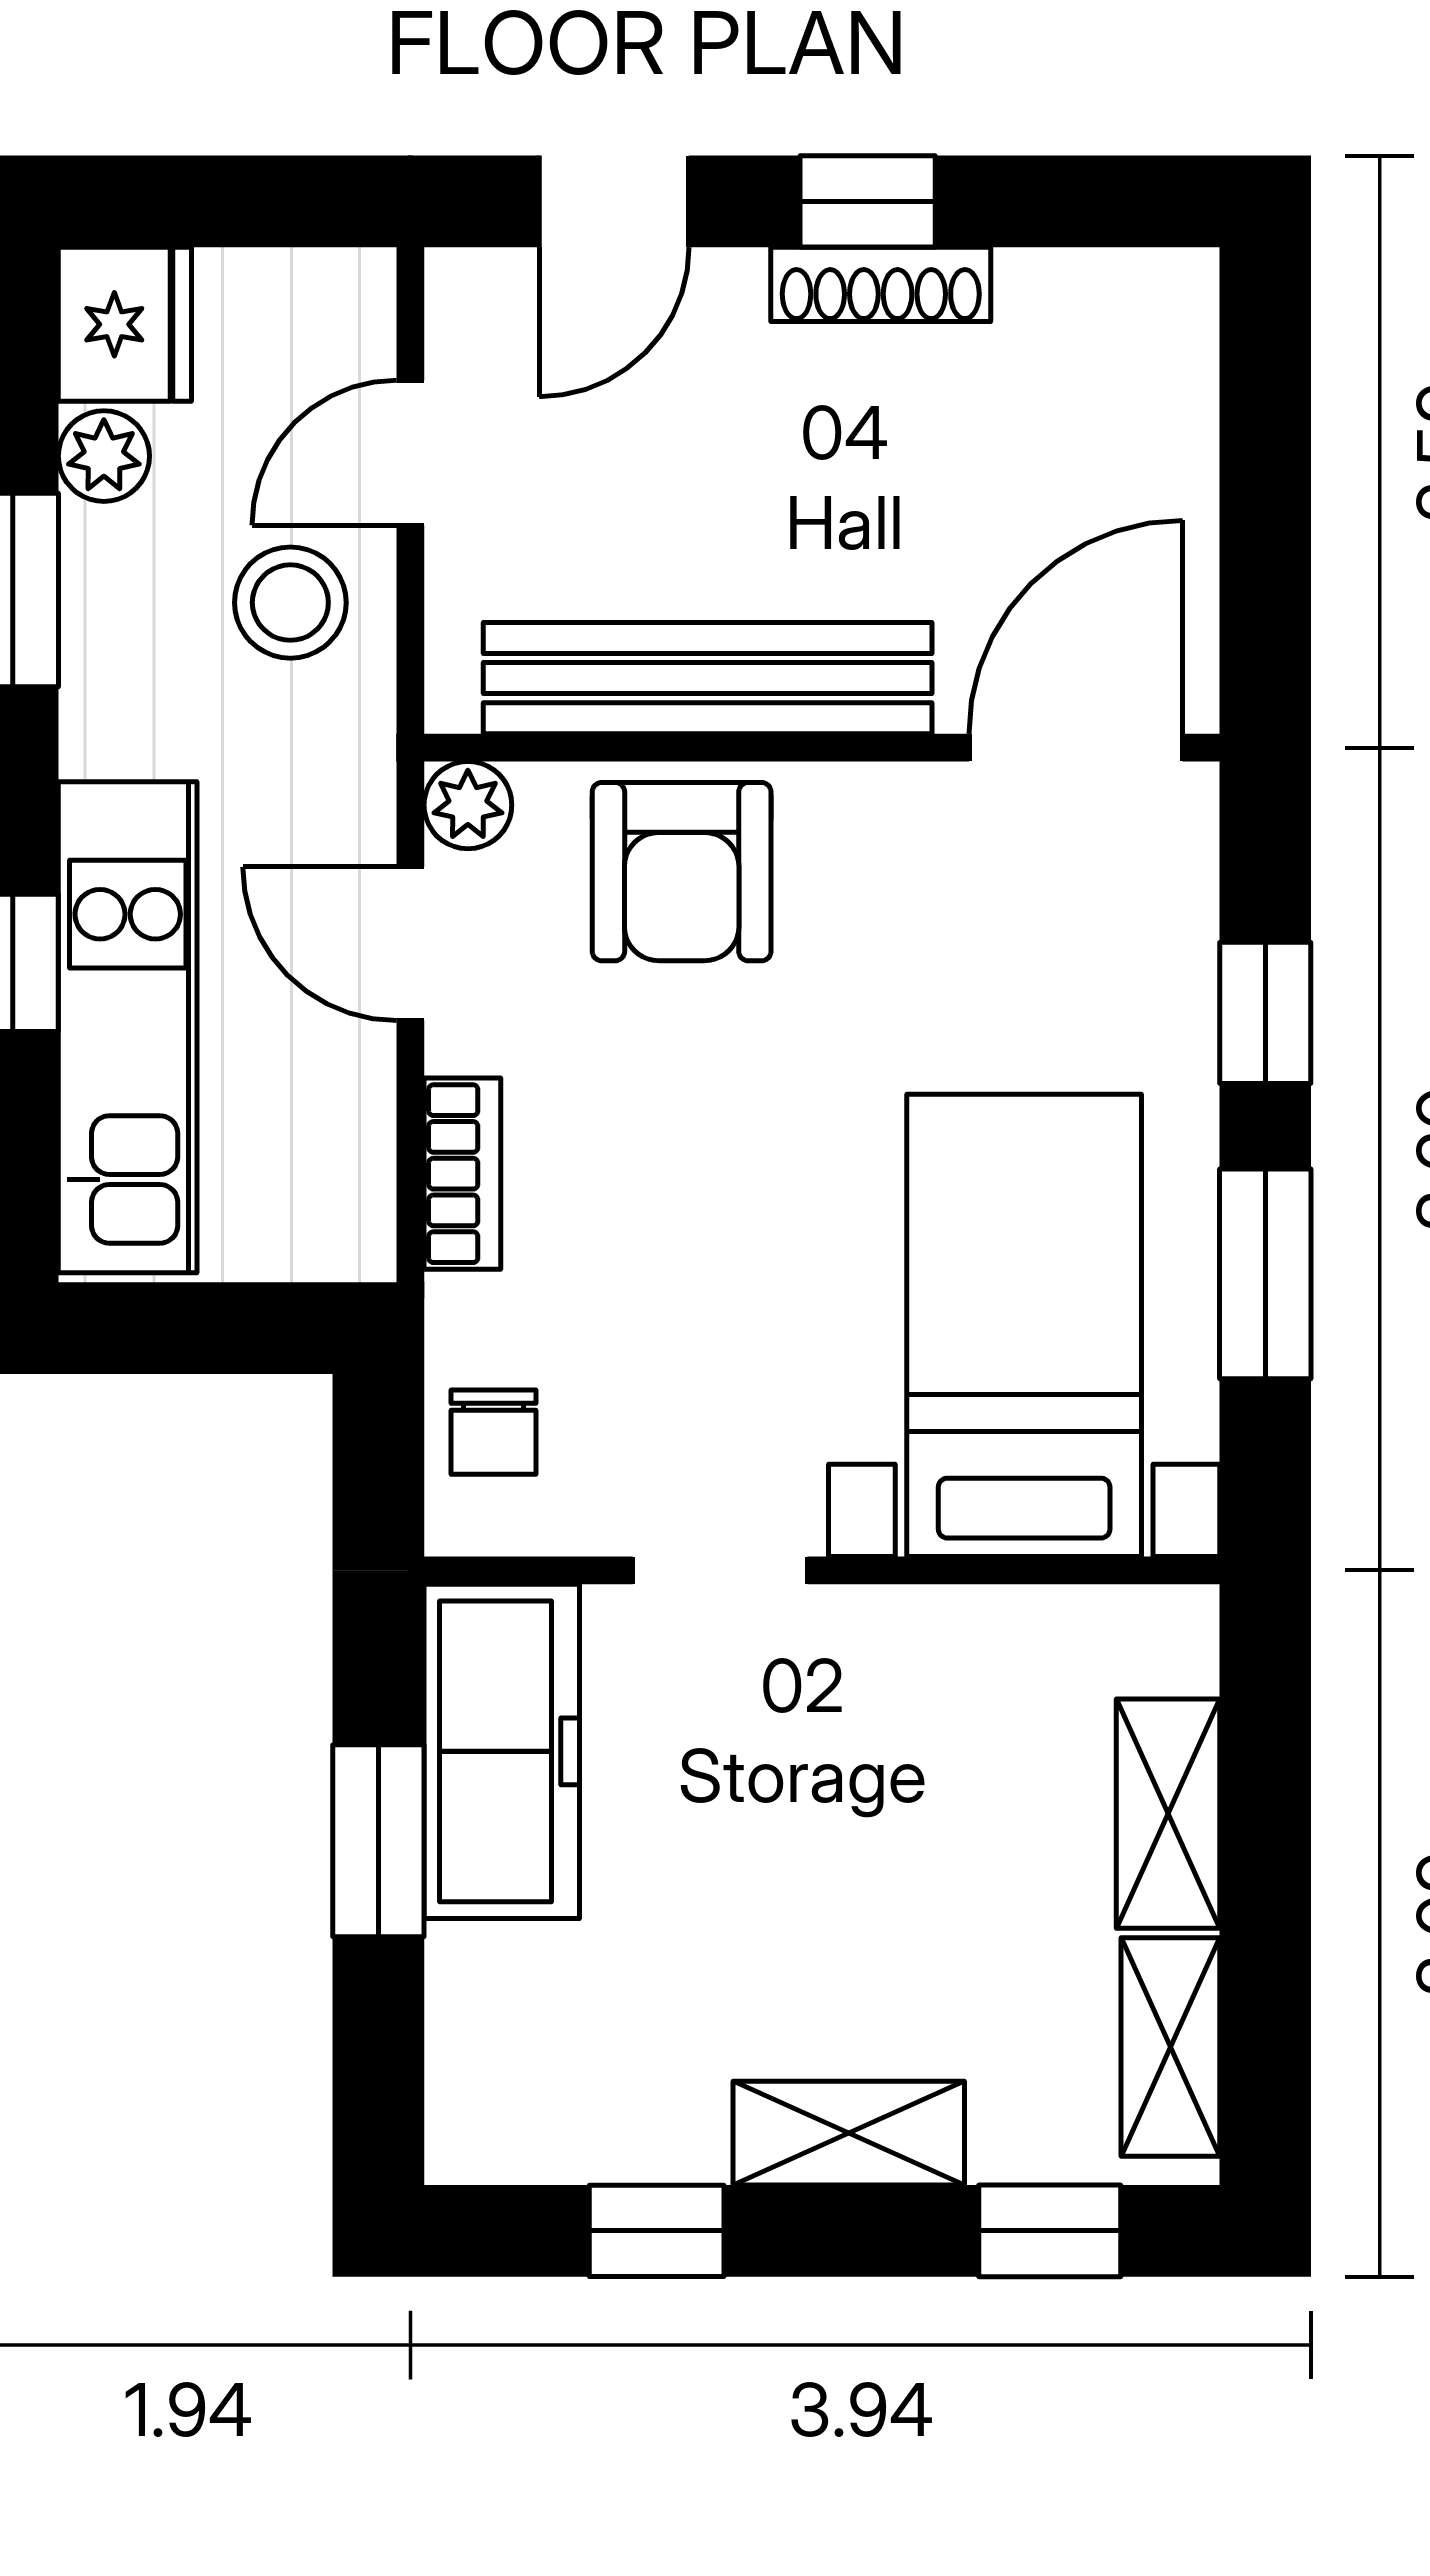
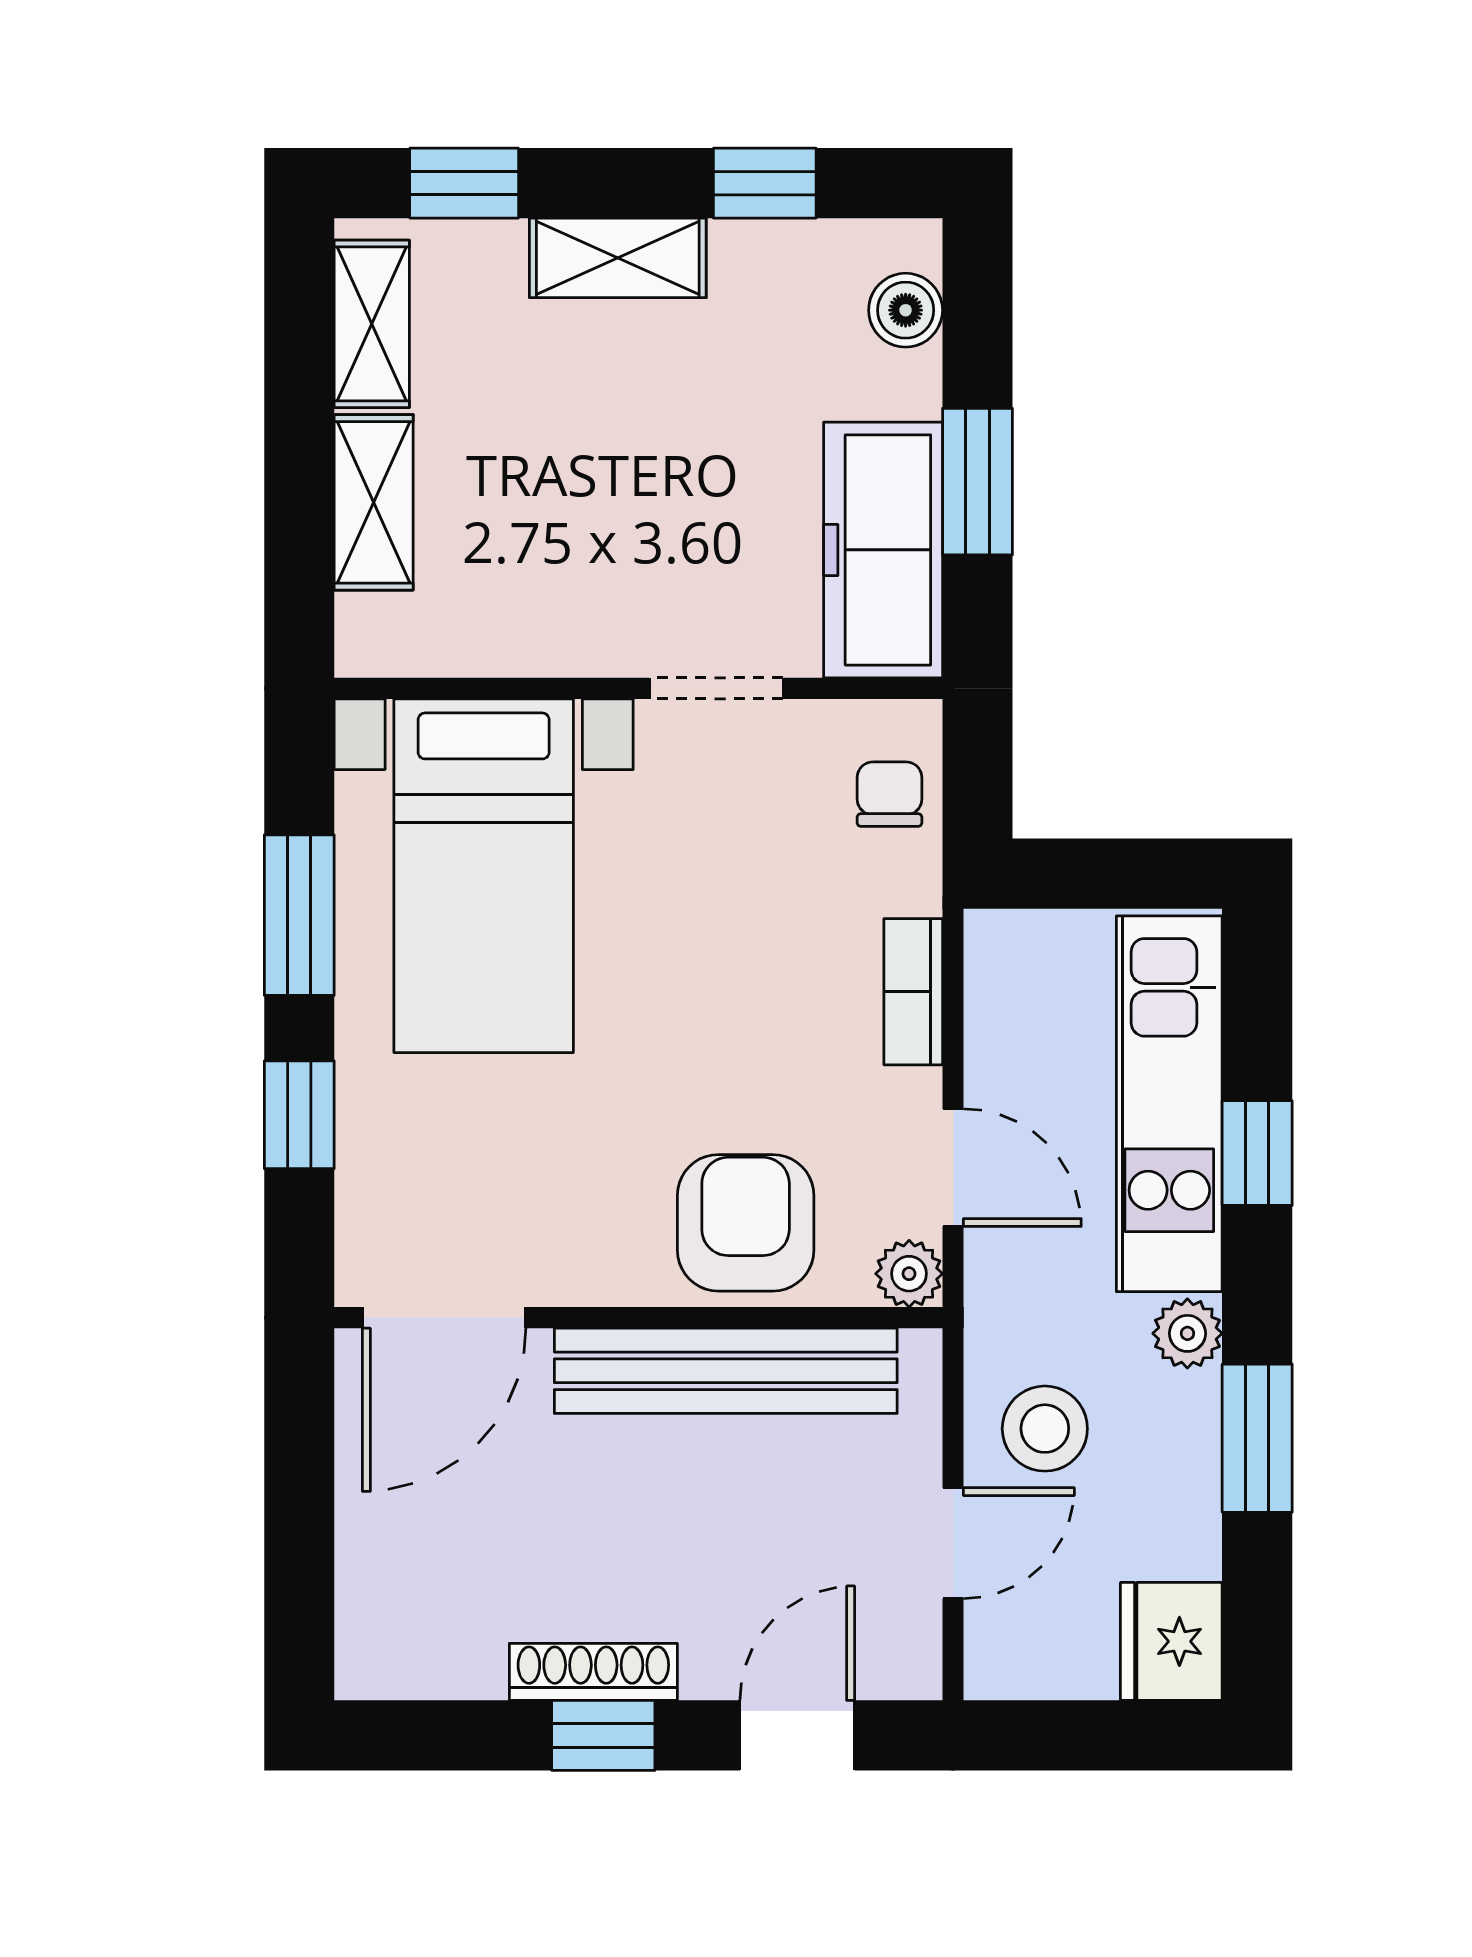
plant: (104, 456) -> (1187, 1333), moved
boiler: (472, 2065) -> (906, 310), added

